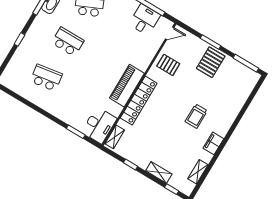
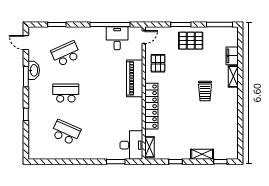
pallet: (211, 62) -> (191, 41), turned 90
pallet: (168, 65) -> (158, 63), turned 90
school desk: (46, 78) -> (66, 132), turned 33
piano: (127, 86) -> (135, 78), moved
filing cabinet: (213, 143) -> (232, 56), moved
shelving: (198, 172) -> (233, 76), moved

